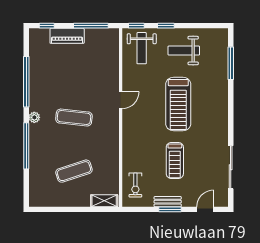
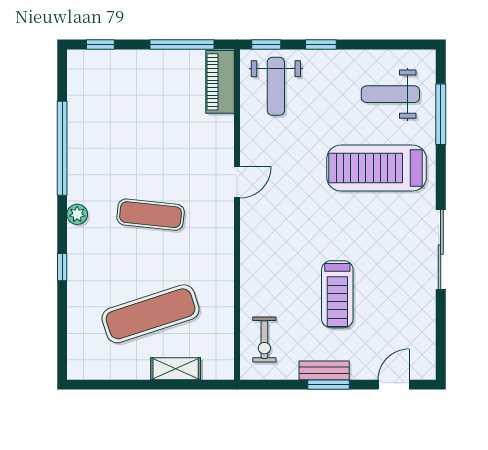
piano: (67, 36) -> (220, 82), moved, turned 90
weight bench: (184, 51) -> (390, 94), moved
treadmill: (178, 104) -> (377, 168), moved, turned 90
window: (26, 146) -> (62, 267), width x0.32
sliding door: (231, 167) -> (441, 250), moved
exercise mat: (74, 171) -> (151, 314), width x1.36, depth x1.45
shelving: (104, 201) -> (176, 369), moved

